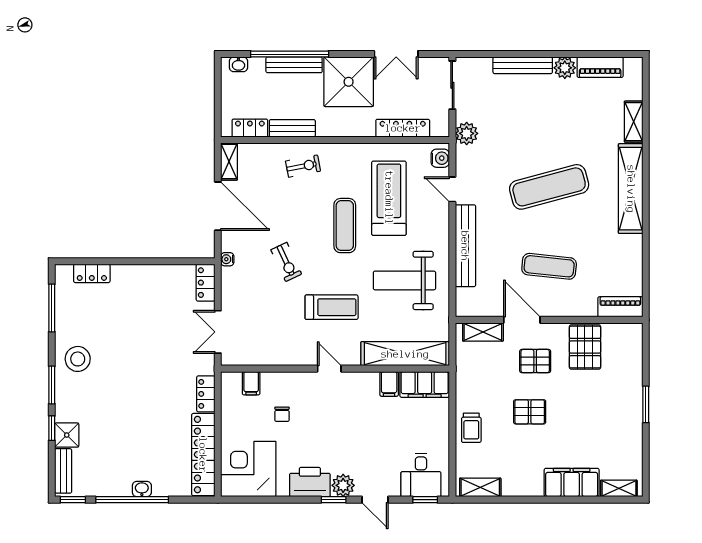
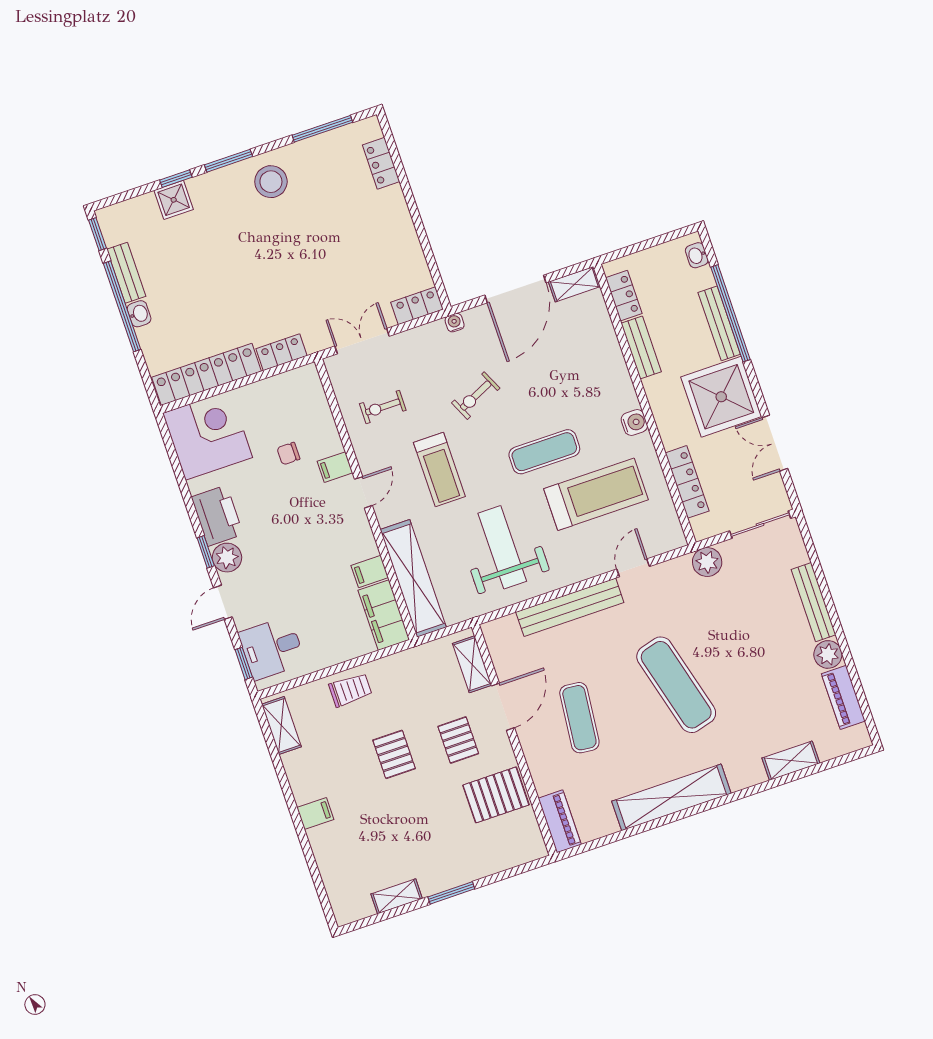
water cooler: (440, 158) -> (634, 422), moved, turned -90
exercise bike: (303, 166) -> (383, 407), moved, turned 101
shelving: (631, 189) -> (671, 797), moved
filing cabinet: (251, 383) -> (335, 467), moved
trolley: (471, 428) -> (350, 690), turned 180
bench: (63, 471) -> (126, 273), moved, turned 90
filing cabinet: (572, 482) -> (315, 813), width x0.33, depth x0.86
shelving: (619, 488) -> (397, 896), moved, turned 90

